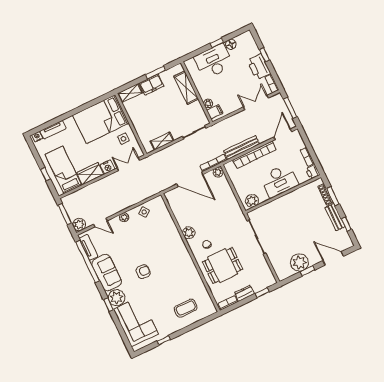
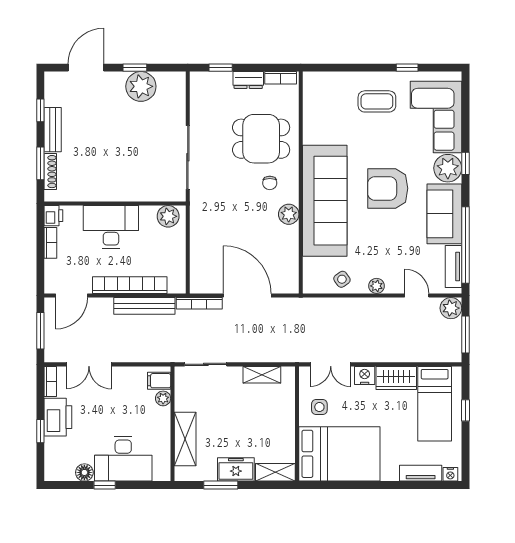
plant: (218, 172) -> (199, 285), removed
sofa: (173, 249) -> (325, 201), added
door: (333, 258) -> (86, 68), swing flipped
armchair: (143, 272) -> (388, 188), width x1.88, depth x1.88
coffee table: (186, 308) -> (377, 101), moved

